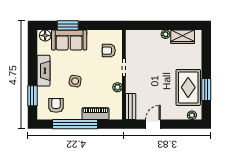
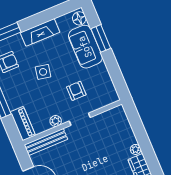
armchair: (109, 51) -> (76, 91), moved
bench: (131, 106) -> (46, 142), width x1.36
piano: (95, 114) -> (23, 124), moved

